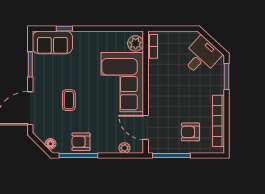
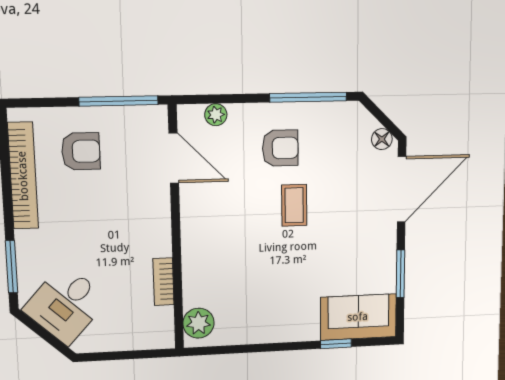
bookcase: (153, 46) -> (163, 282), moved
corner sofa: (122, 82) -> (223, 247), removed
coffee table: (69, 100) -> (294, 205), moved
armchair: (81, 142) -> (280, 148), moved
floor lamp: (51, 144) -> (382, 139), moved

